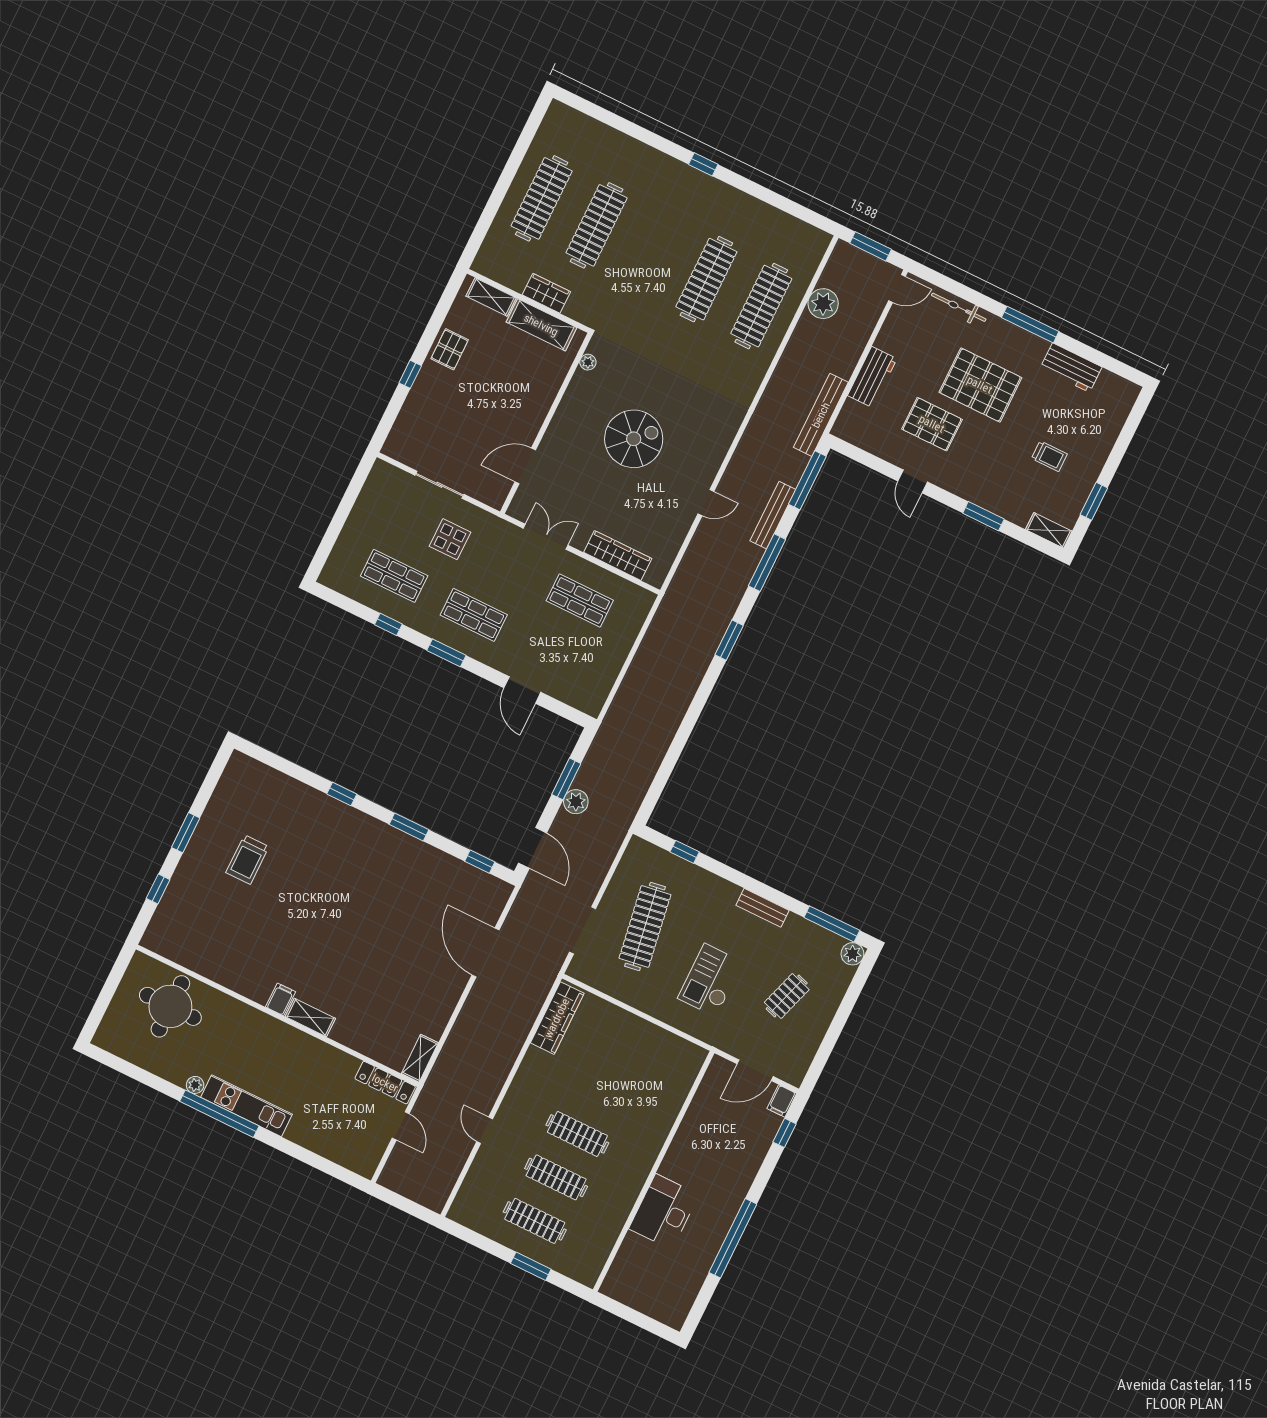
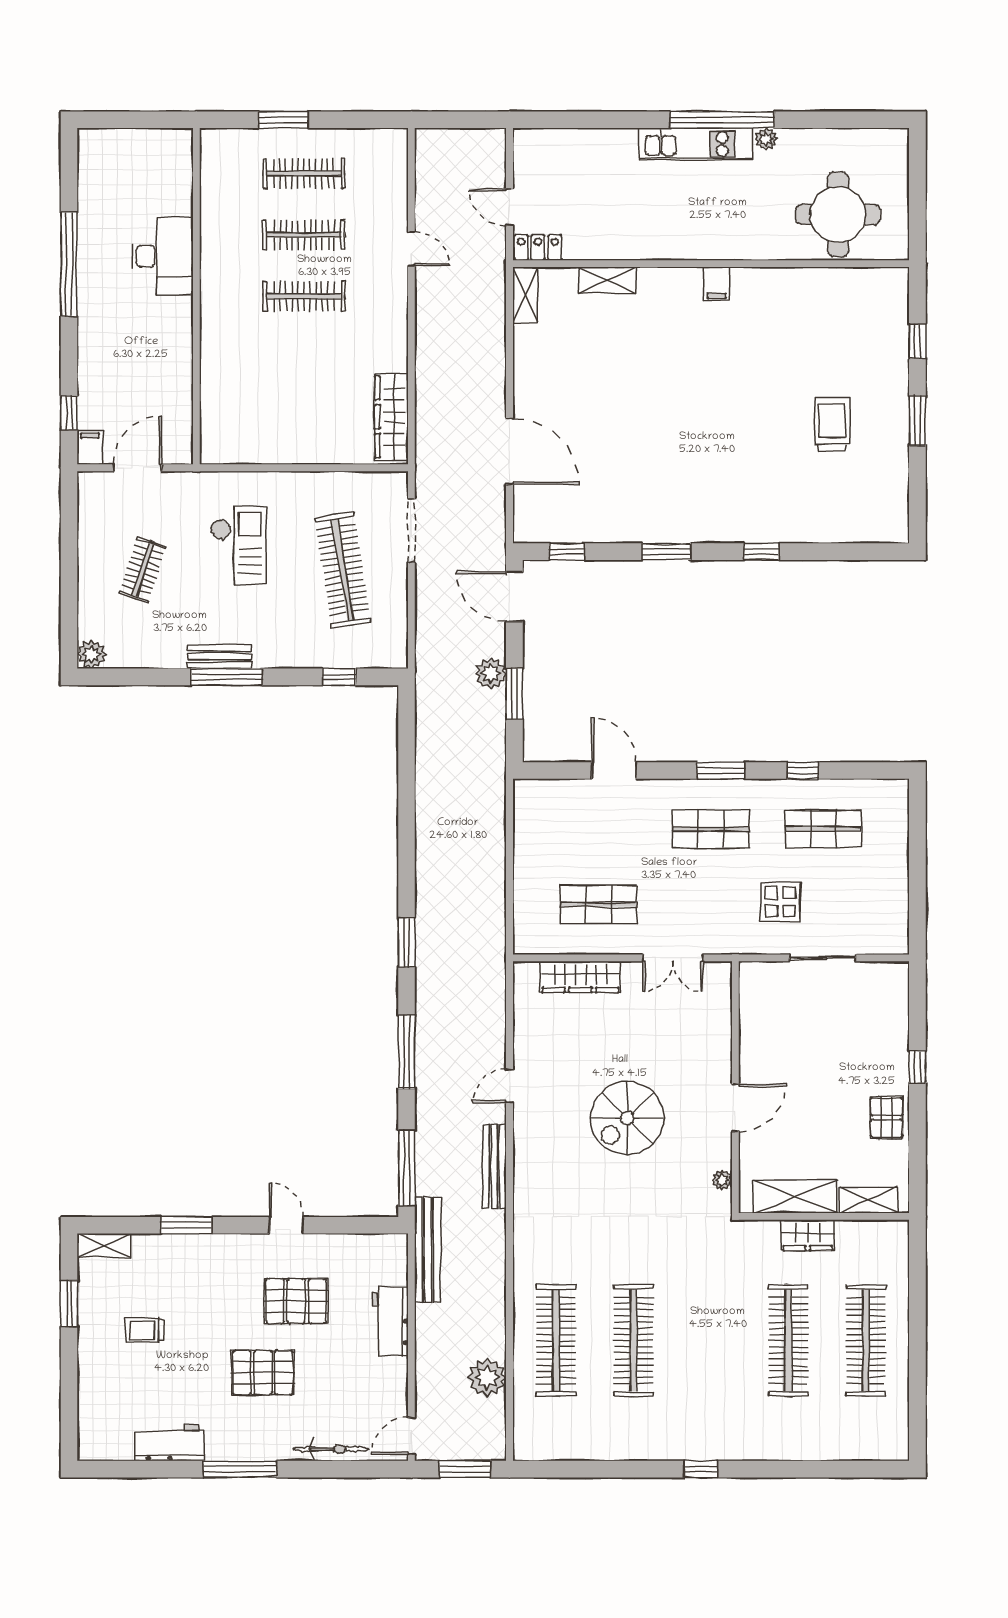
pallet: (980, 385) -> (263, 1373), width x0.73, depth x0.71
door: (525, 466) -> (735, 1108), moved
bench: (773, 515) -> (494, 1166), moved
window: (832, 924) -> (227, 677), moved
shelving: (310, 1018) -> (607, 280), moved
locker: (385, 1083) -> (538, 248), width x0.66

